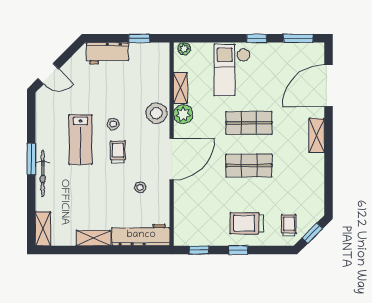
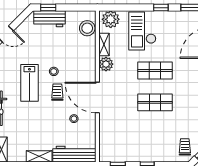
window: (139, 38) -> (48, 8), moved
plant: (184, 49) -> (111, 19), width x1.87, depth x1.87
stool: (156, 113) -> (87, 28), moved
door: (172, 159) -> (97, 98), swing flipped
trolley: (247, 223) -> (153, 145), removed

